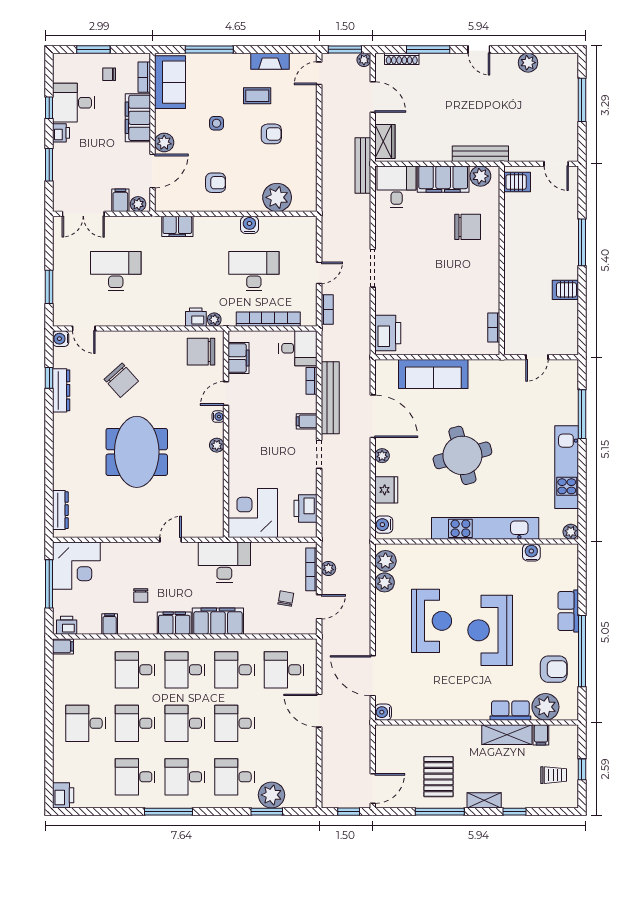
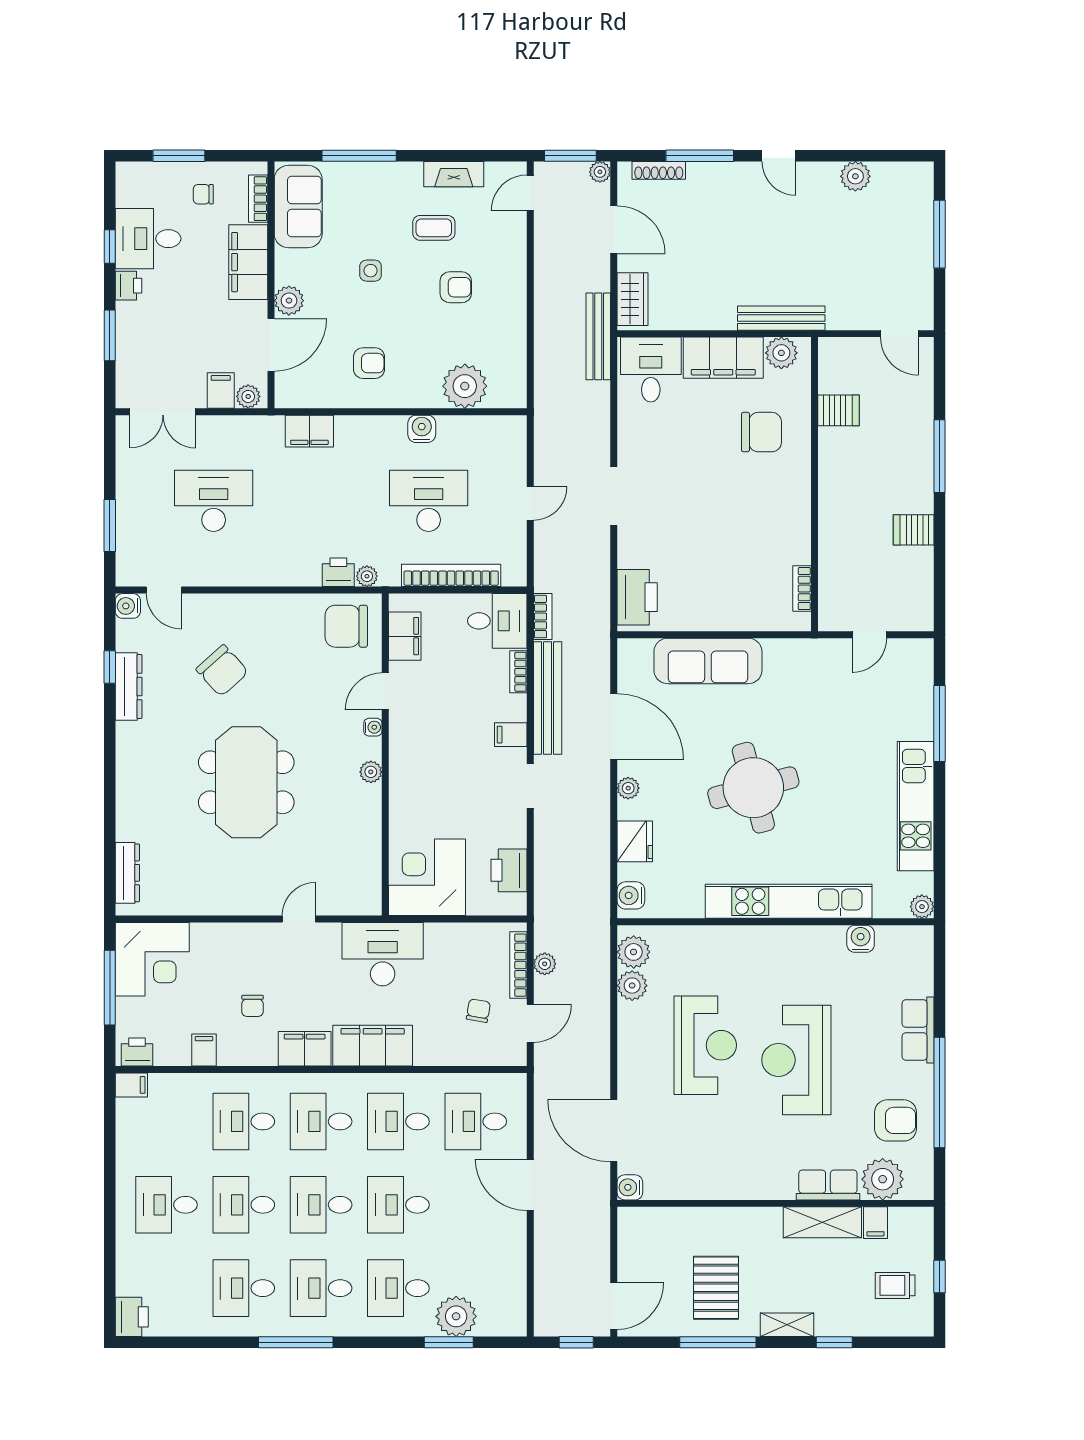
server rack: (517, 182) -> (838, 410), moved
bookcase: (327, 309) -> (543, 617), moved
trolley: (554, 775) -> (895, 1285), turned 180

